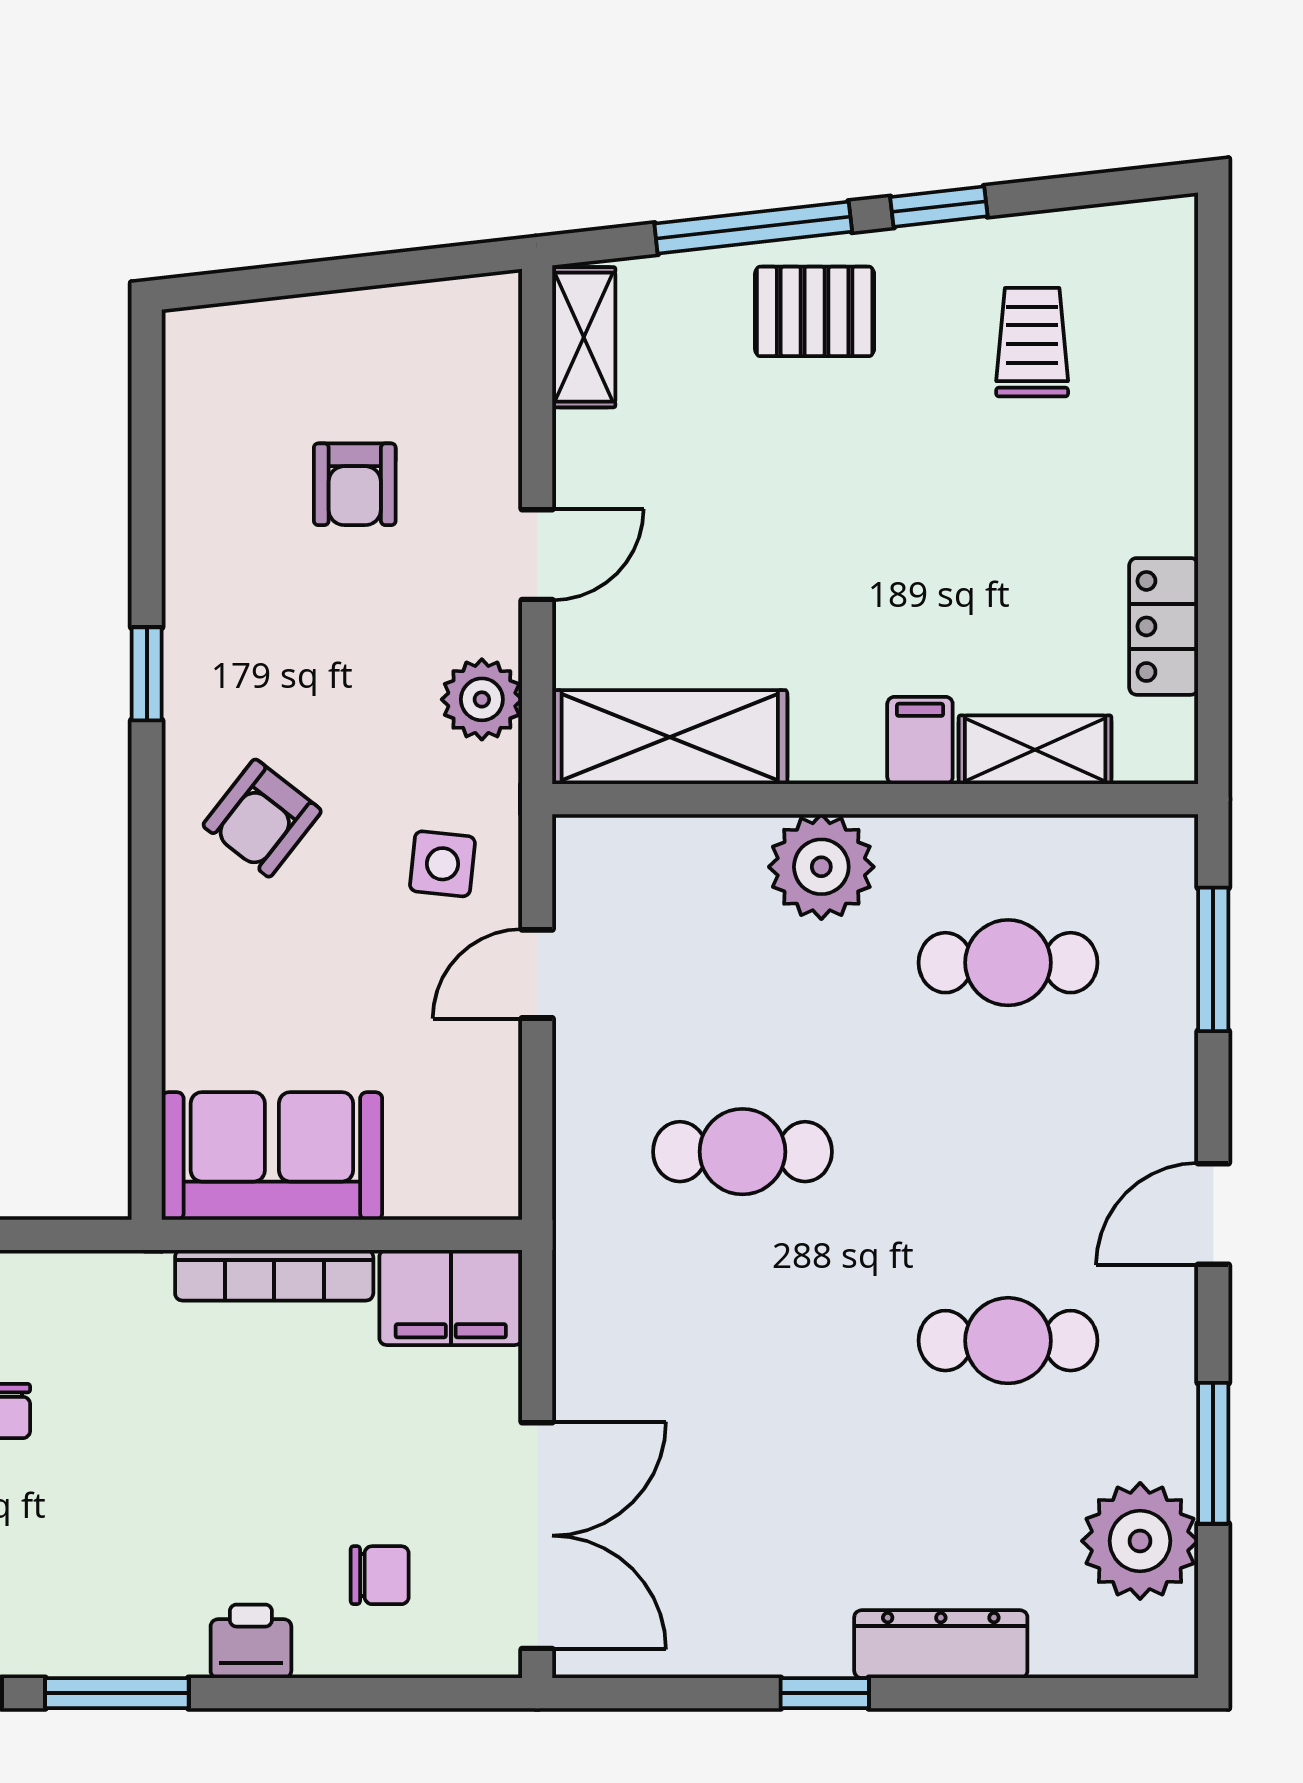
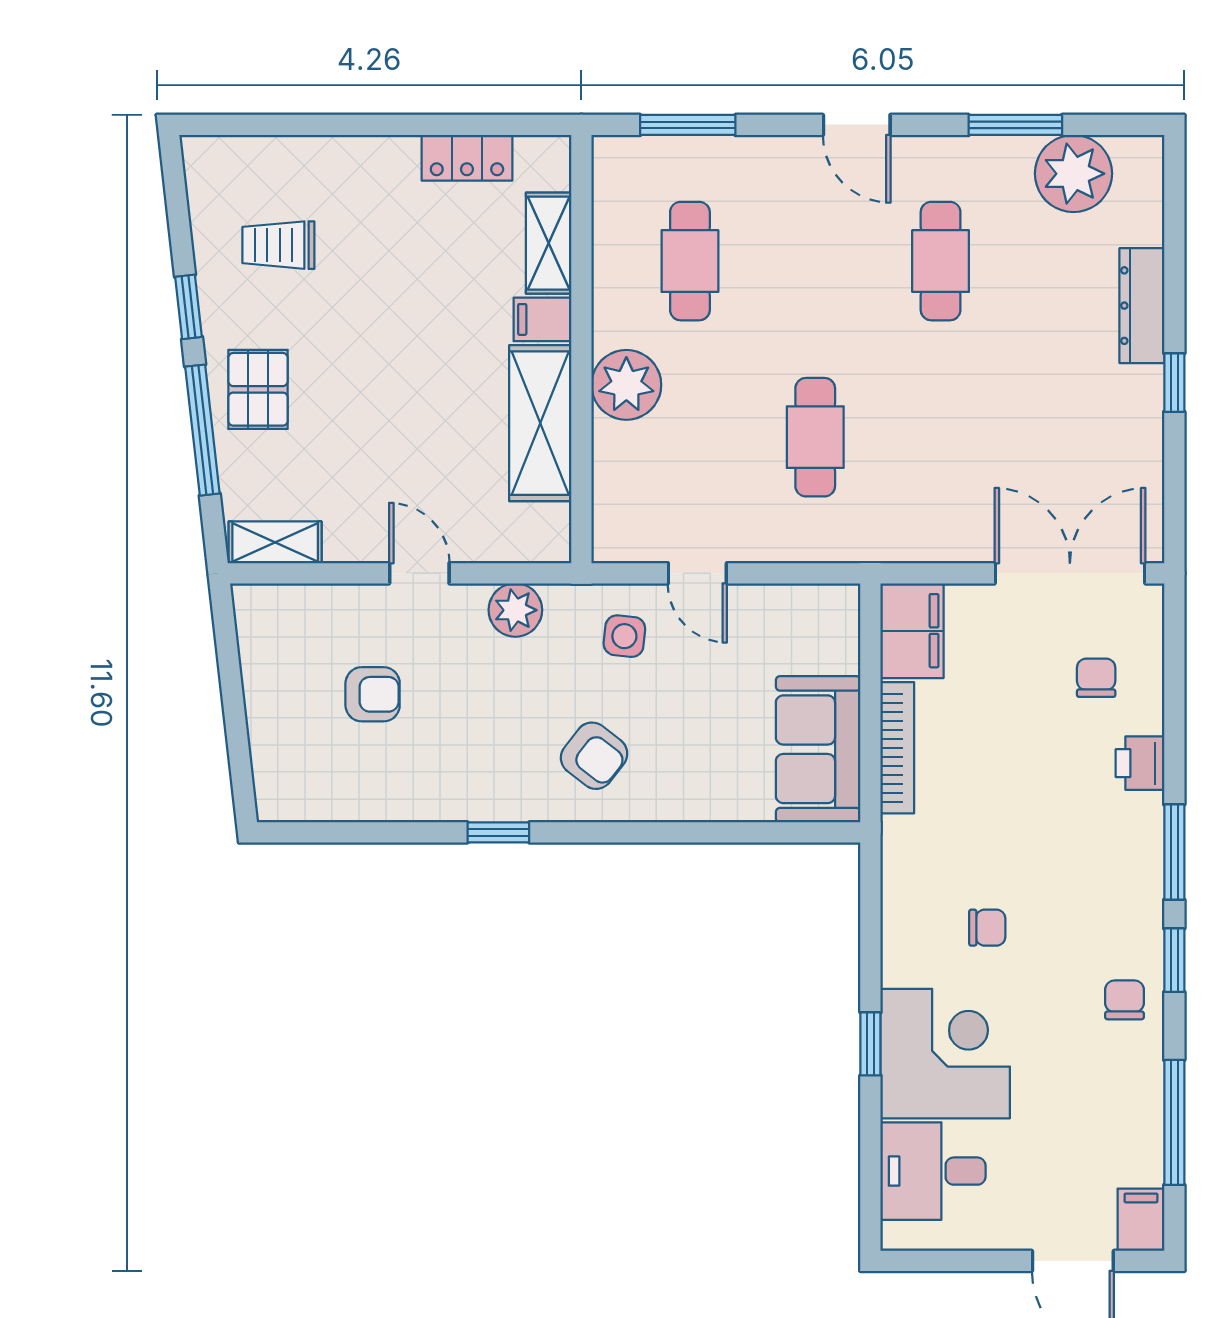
shelving: (670, 737) -> (540, 423), moved

